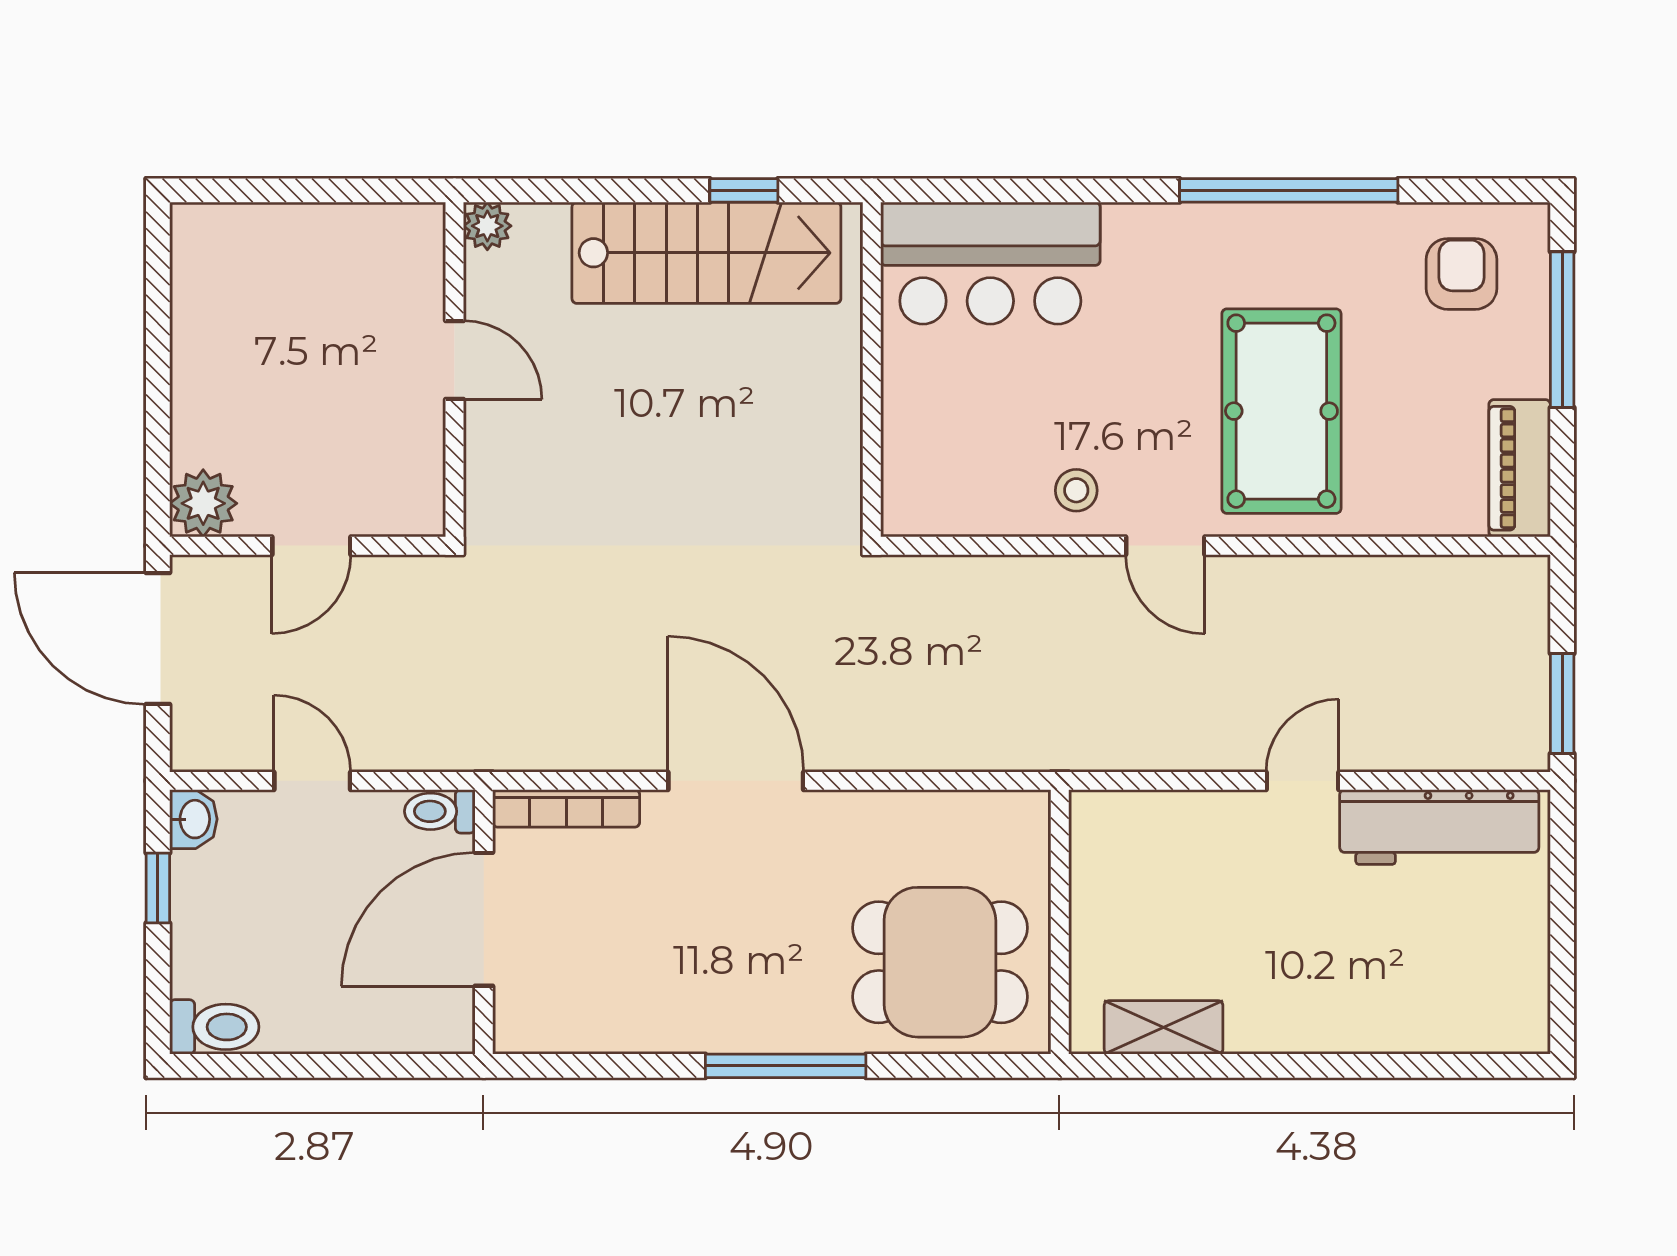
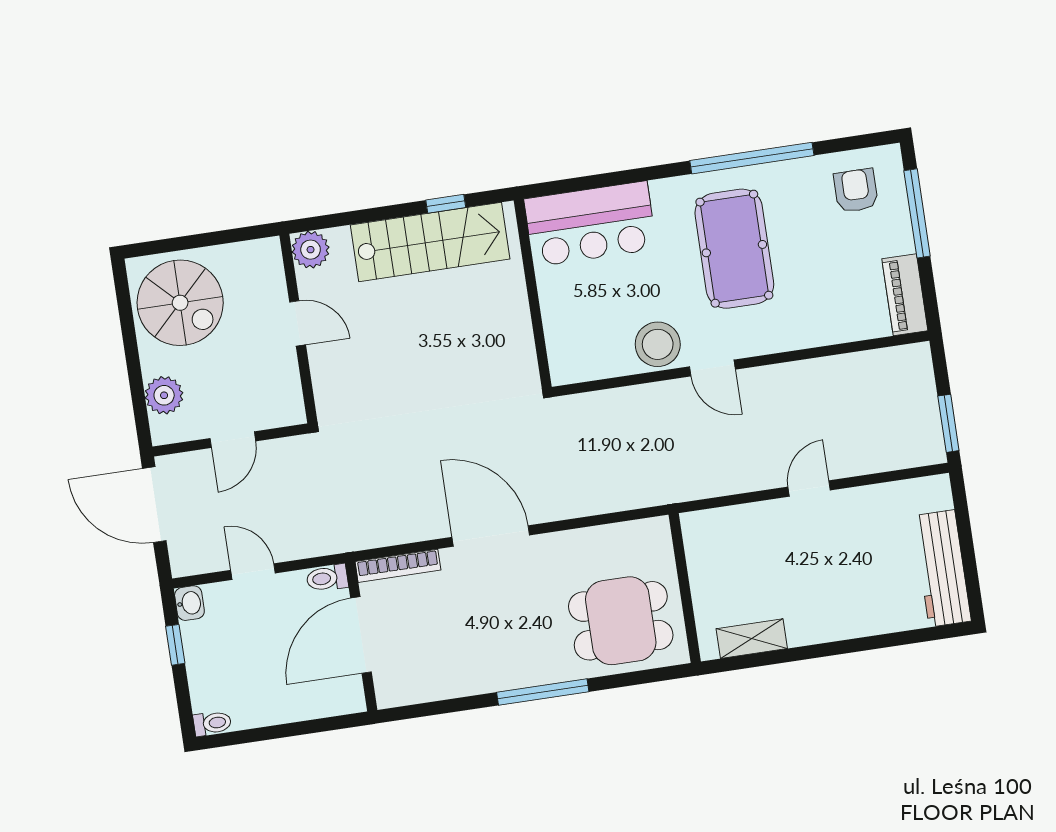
plant: (487, 226) -> (311, 250), width x1.38, depth x1.38
spiral stairs: (255, 294) -> (180, 303), added
pool table: (1281, 411) -> (734, 249), moved
stool: (1076, 490) -> (658, 344), width x1.89, depth x1.89
plant: (203, 503) -> (164, 395), moved
workbench: (1439, 827) -> (942, 568), moved, turned 90
toilet: (214, 1027) -> (212, 723), width x0.73, depth x0.72

